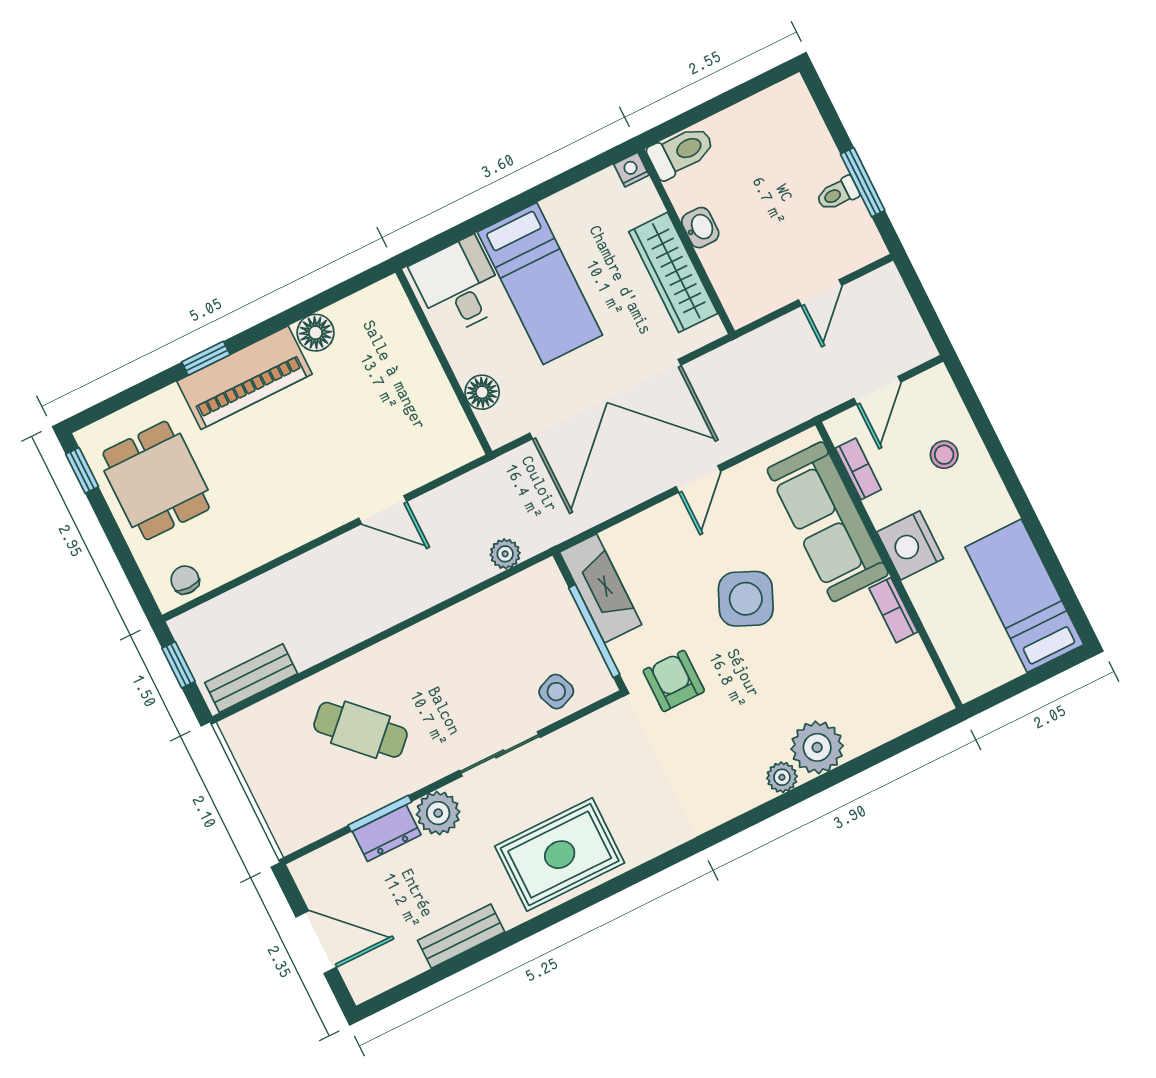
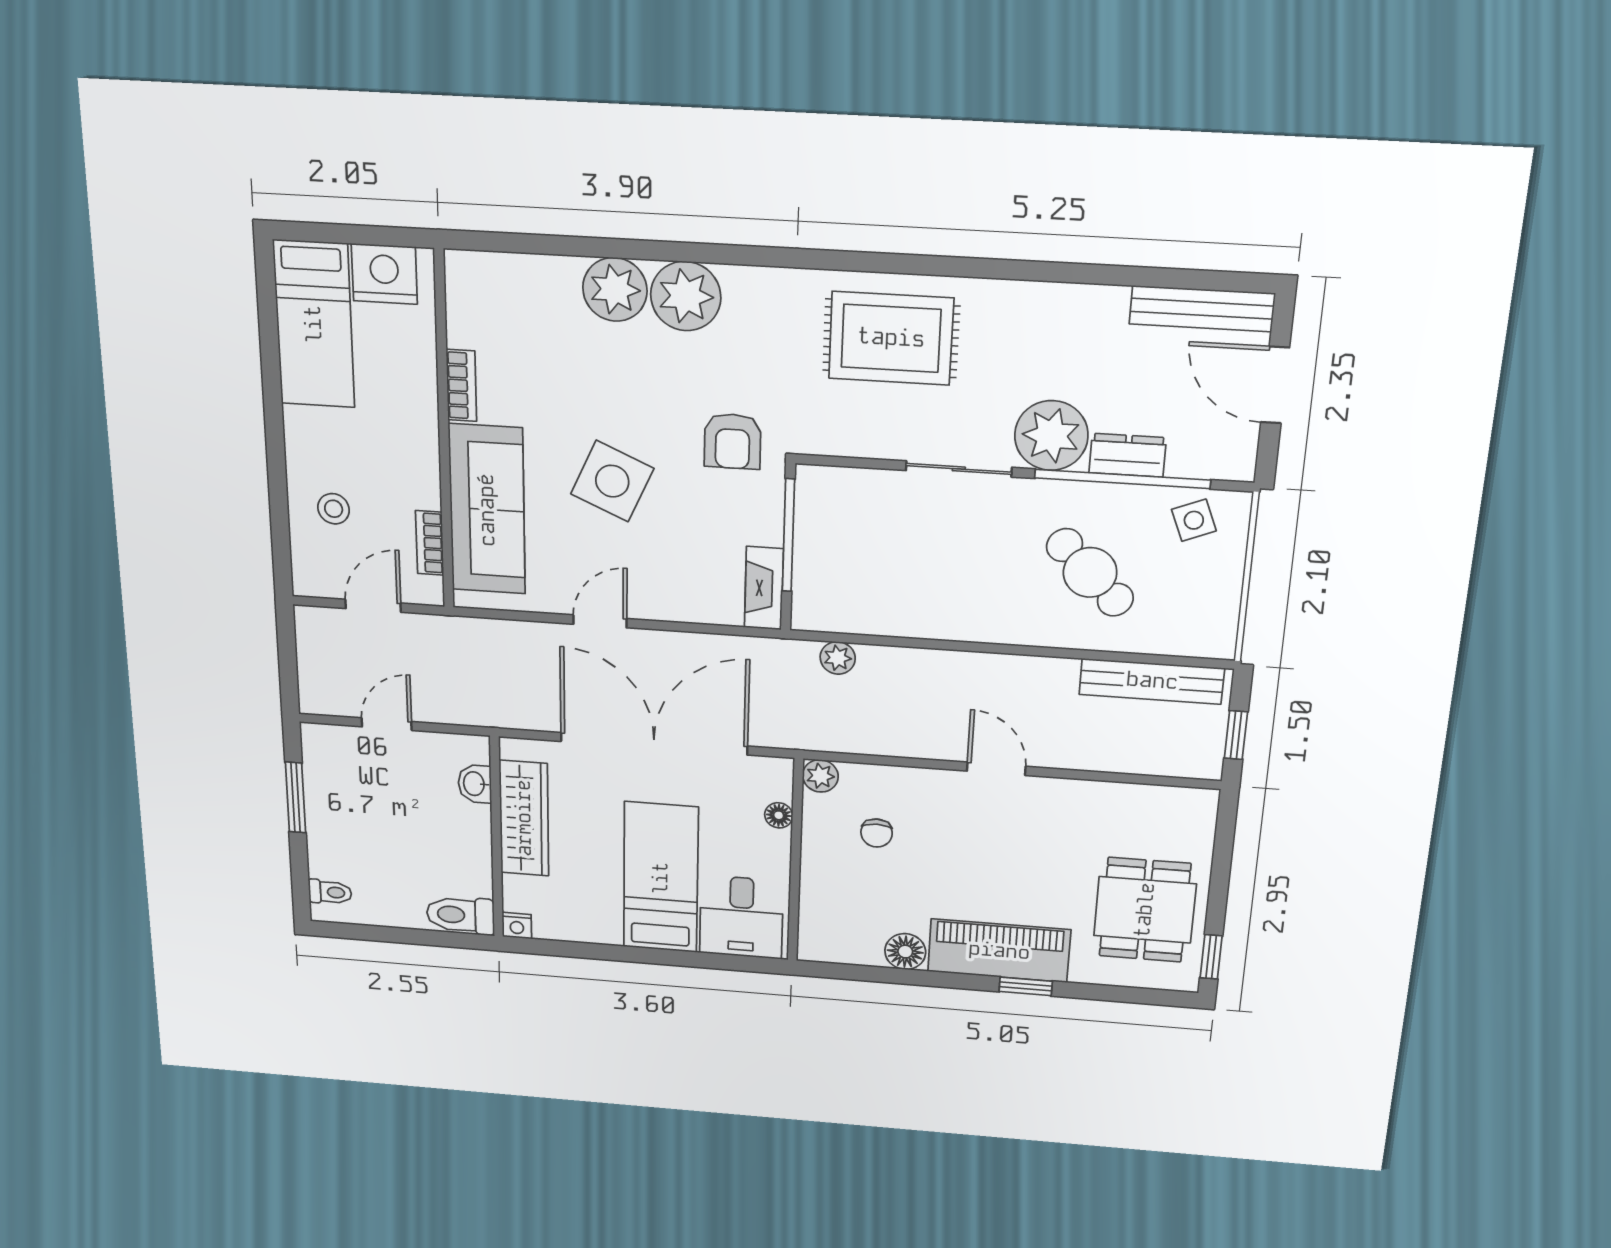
toilet: (838, 194) -> (330, 892), moved
washbasin: (700, 228) -> (475, 784), moved
floor lamp: (482, 392) -> (779, 815), width x0.73, depth x0.73
plant: (465, 447) -> (820, 776), added
door: (383, 510) -> (996, 769), moved
nightstand: (910, 545) -> (384, 274), moved, turned -90
chair: (185, 580) -> (877, 833), moved
fireplace: (601, 588) -> (764, 588), width x0.73, depth x0.76
bench: (251, 678) -> (1152, 681), width x1.36
side table: (556, 692) -> (1194, 520), moved
plant: (782, 777) -> (686, 296), width x1.87, depth x1.87
window: (380, 813) -> (1122, 479), width x2.11
plant: (438, 813) -> (1051, 436), width x1.36, depth x1.36
rug: (560, 855) -> (891, 338), moved
bench: (461, 936) -> (1202, 309), moved, width x1.36

